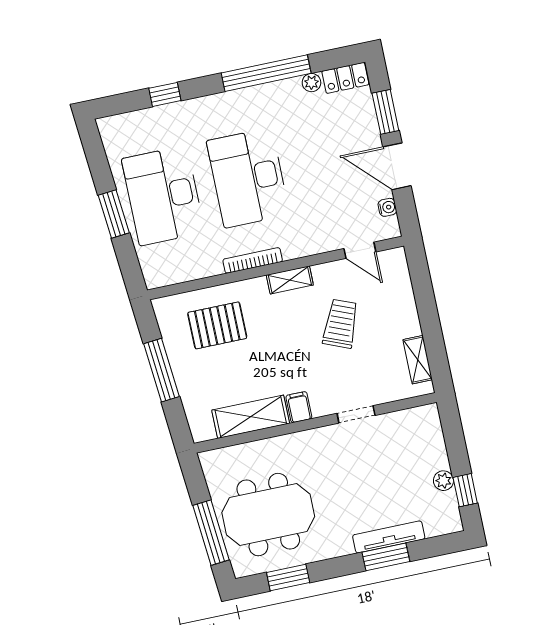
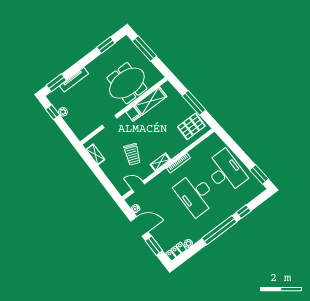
window: (266, 73) -> (219, 230), moved
desk: (248, 178) -> (196, 194), turned 180
window: (114, 214) -> (259, 175), moved
pallet: (217, 325) -> (191, 126), moved
meeting table: (268, 515) -> (127, 83), moved
window: (386, 557) -> (56, 83), moved

